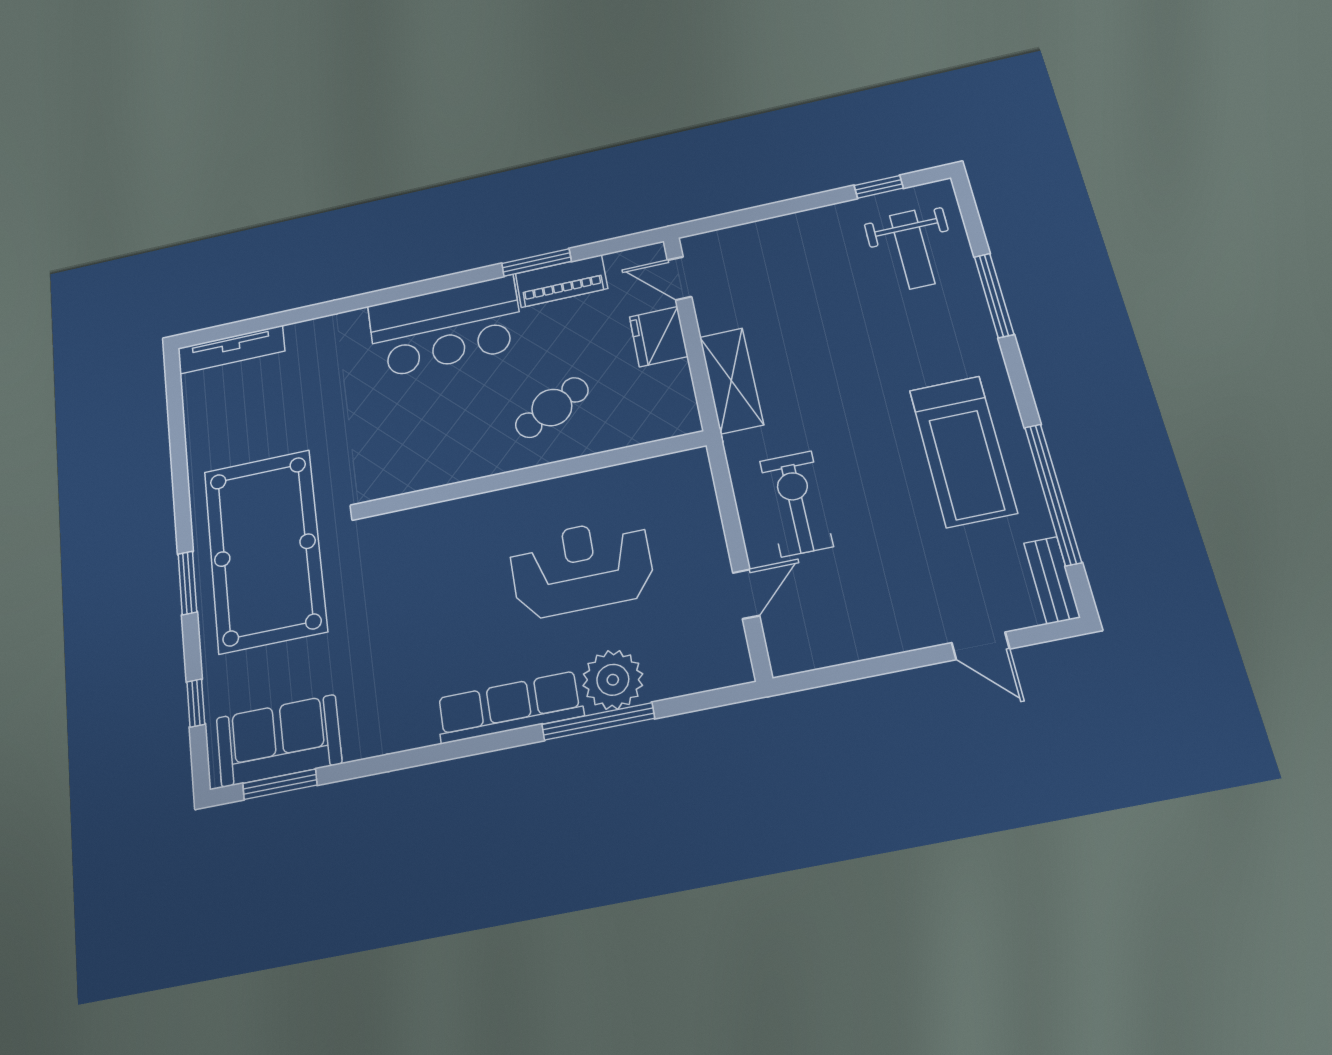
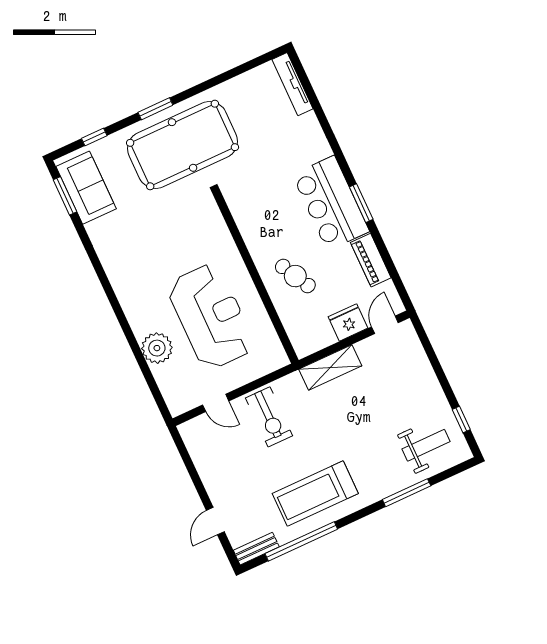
weight bench: (912, 249) -> (426, 445), turned 180
window: (536, 262) -> (361, 203), moved
exercise bike: (796, 504) -> (269, 417), turned 90
reception desk: (581, 567) -> (211, 316), width x1.36, depth x1.30
row of seats: (509, 707) -> (131, 300), removed
window: (598, 721) -> (135, 346), removed

